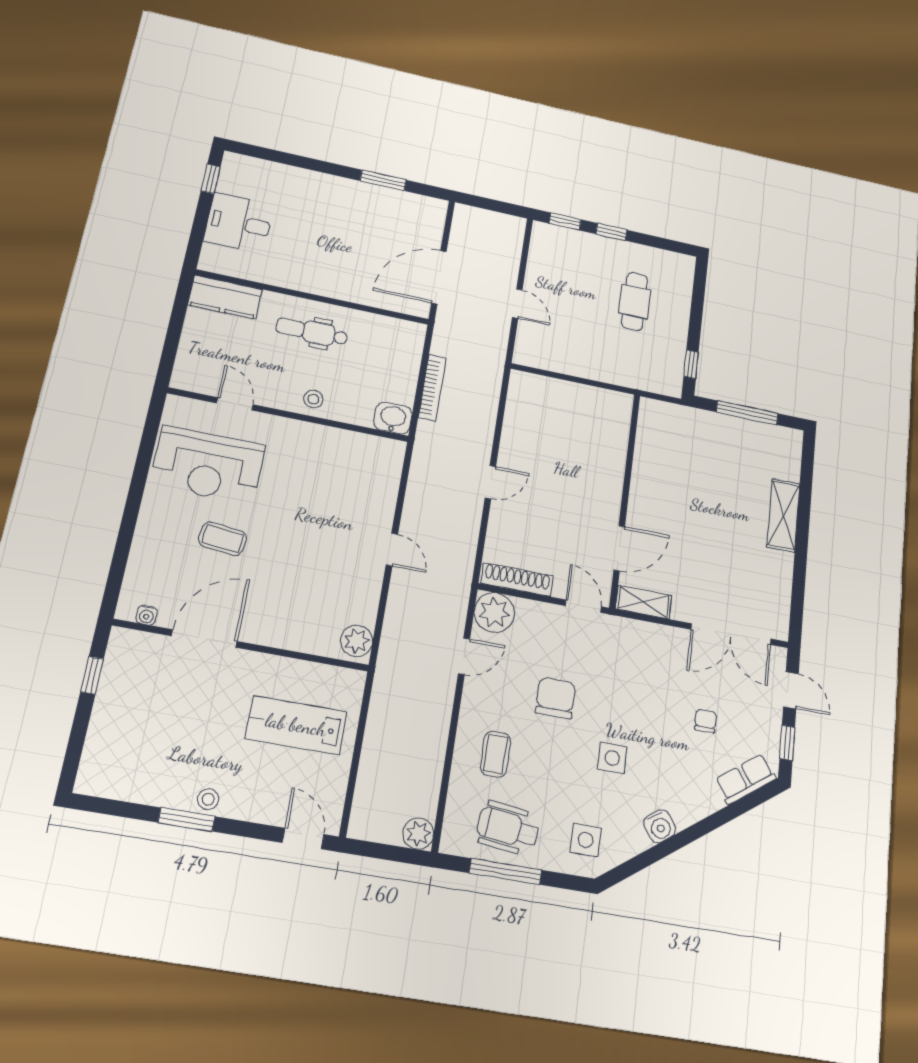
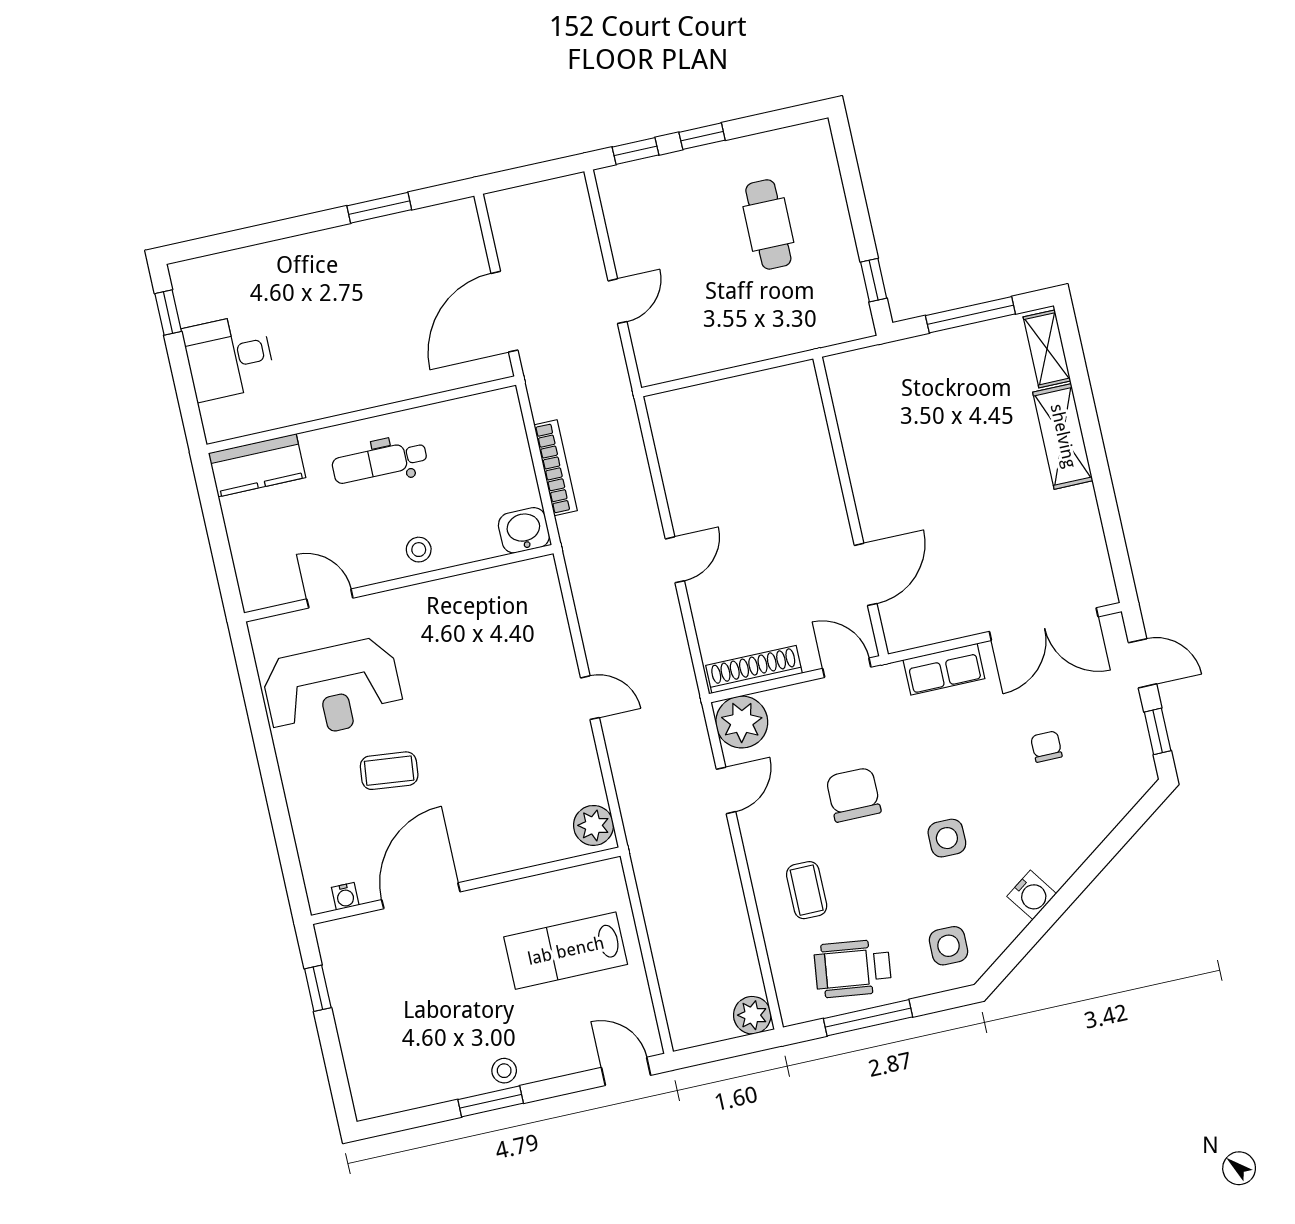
door: (517, 304) -> (617, 301), hinge flipped
shelving: (643, 602) -> (1047, 349), moved, turned 90
row of seats: (746, 779) -> (944, 669), moved, turned -144

